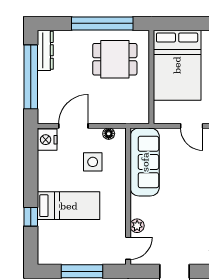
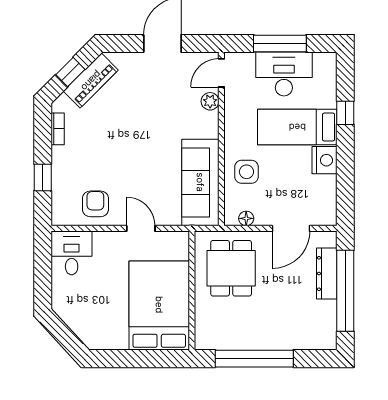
dresser: (45, 50) -> (327, 274), moved
dining table: (115, 59) -> (231, 268), moved, turned 90
nightstand: (47, 140) -> (324, 160), moved
side table: (93, 162) -> (246, 172), moved
desk: (79, 247) -> (284, 74), added

